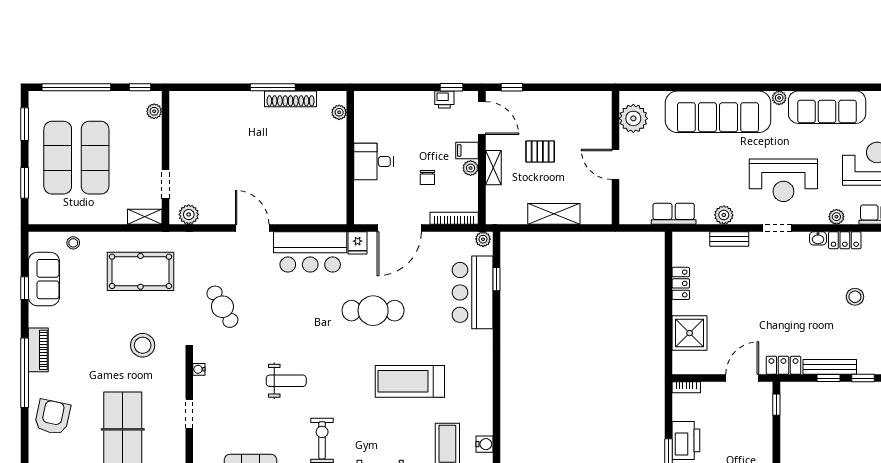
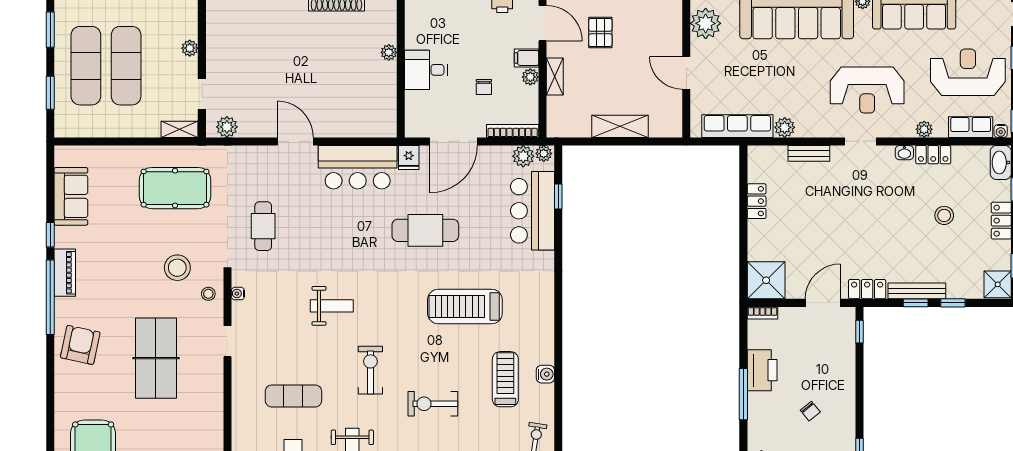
plant: (154, 111) -> (190, 48), moved
plant: (339, 112) -> (389, 52), moved
pallet: (540, 152) -> (600, 33), moved, turned 90
row of seats: (674, 214) -> (737, 126), width x1.48
plant: (724, 215) -> (785, 127), moved
plant: (464, 242) -> (523, 156), added
stool: (73, 243) -> (208, 294), moved
window: (25, 288) -> (50, 235), moved
cafe table: (222, 307) -> (263, 226), turned 30
shower: (690, 333) -> (766, 280), moved

